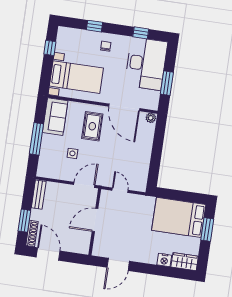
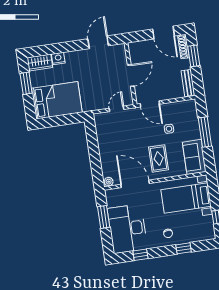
door: (84, 185) -> (150, 104), hinge flipped
door: (120, 190) -> (117, 109), swing flipped
window: (207, 230) -> (26, 83), moved

